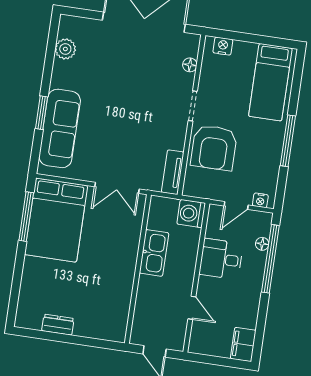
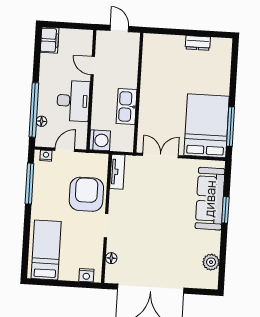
window: (288, 141) -> (29, 184), moved
desk: (221, 259) -> (73, 101), width x1.37

